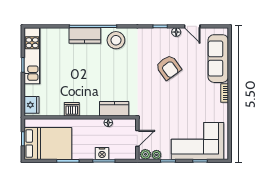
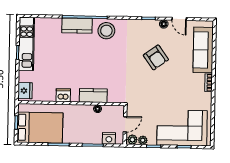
kitchen counter: (114, 109) -> (93, 96), moved
nightstand: (102, 153) -> (109, 138), moved

